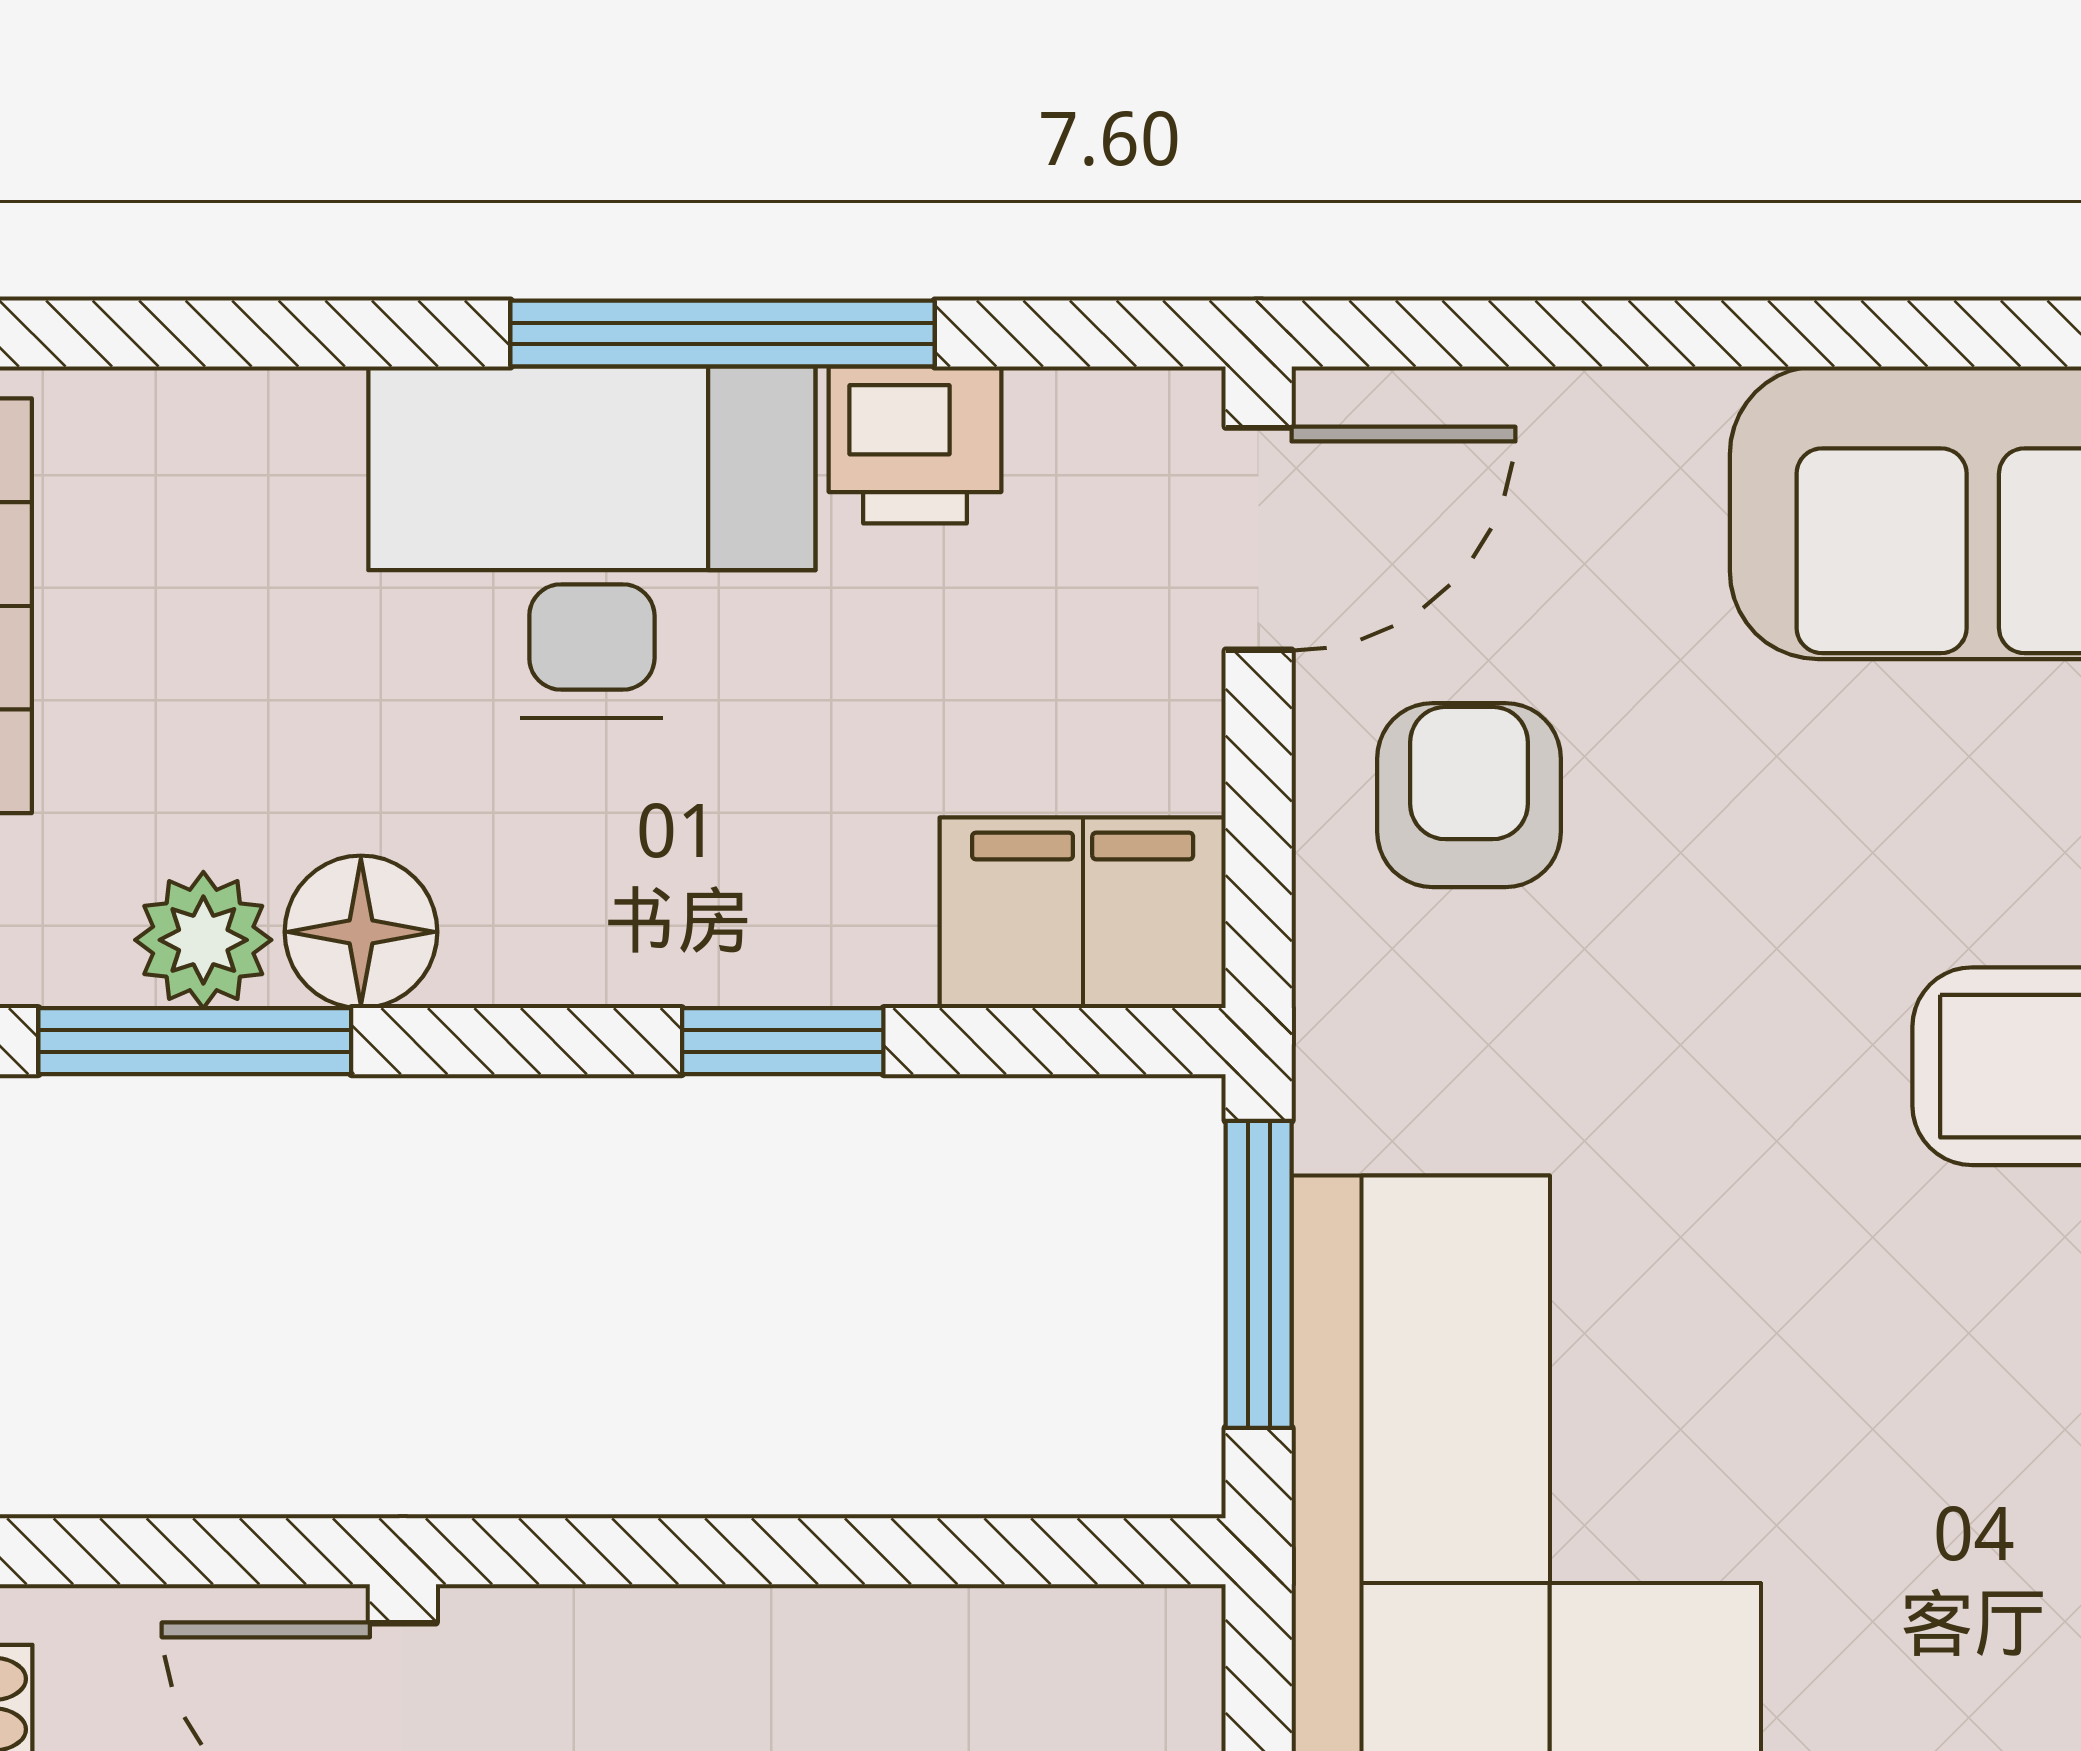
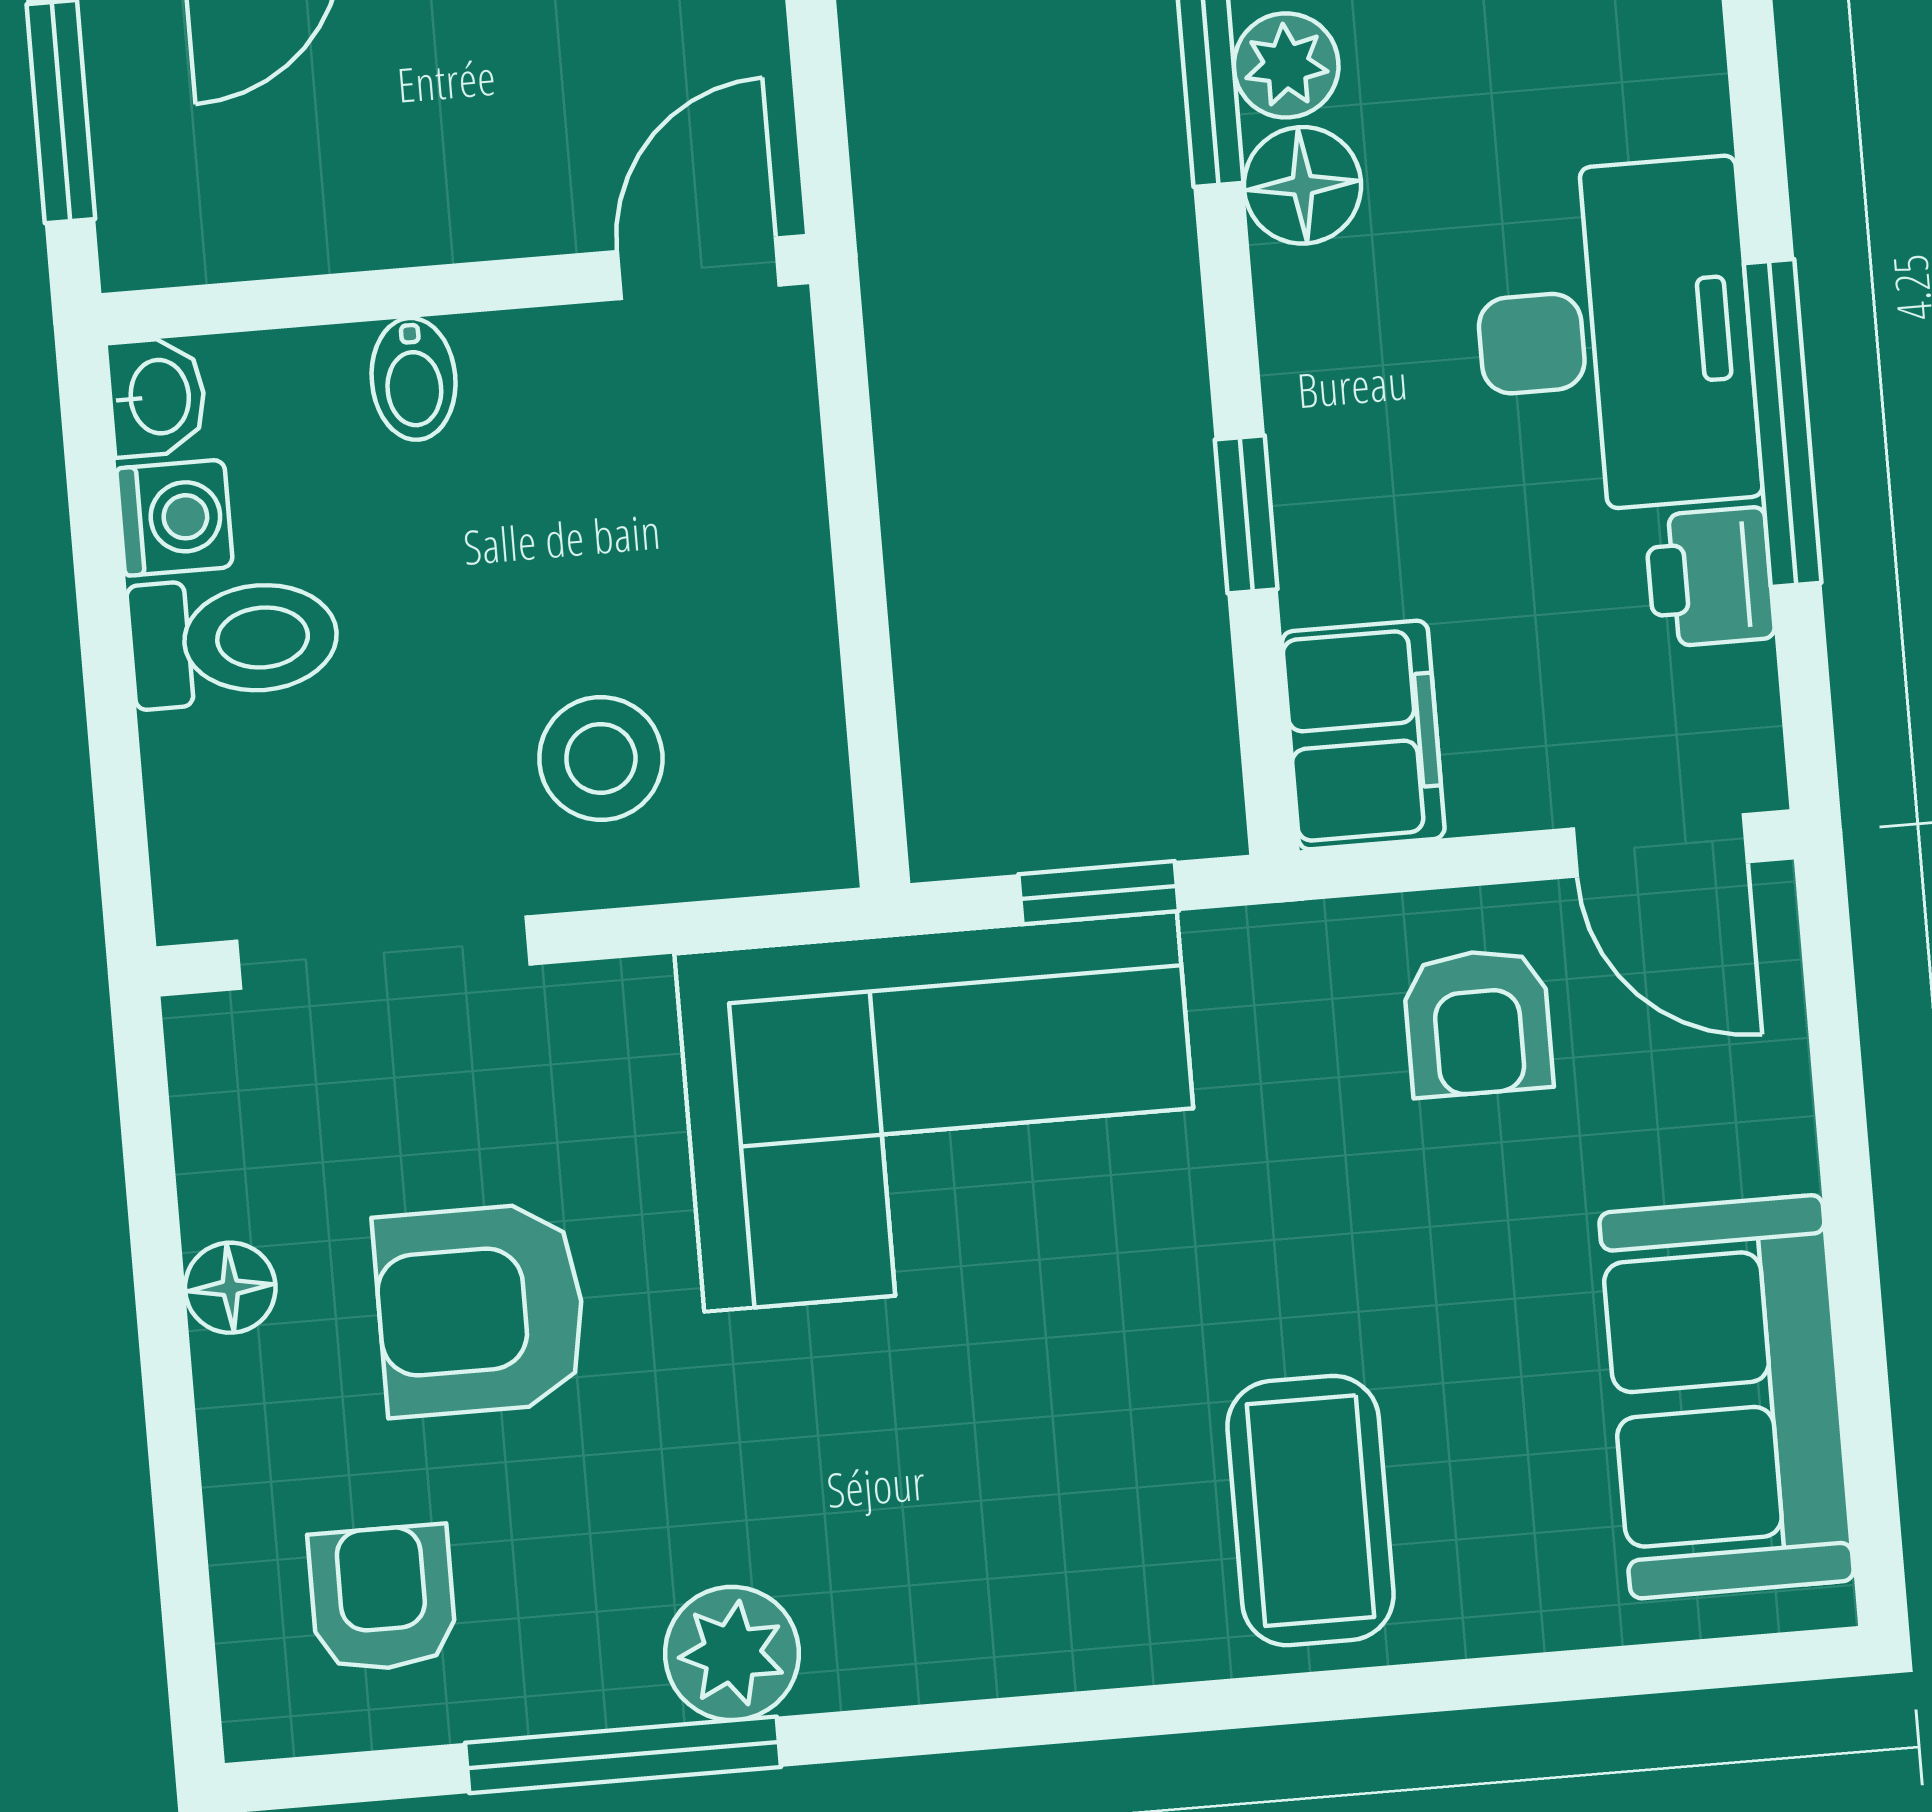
armchair: (1469, 795) -> (1478, 1023), turned 90
window: (1259, 1274) -> (1099, 893), width x0.67

